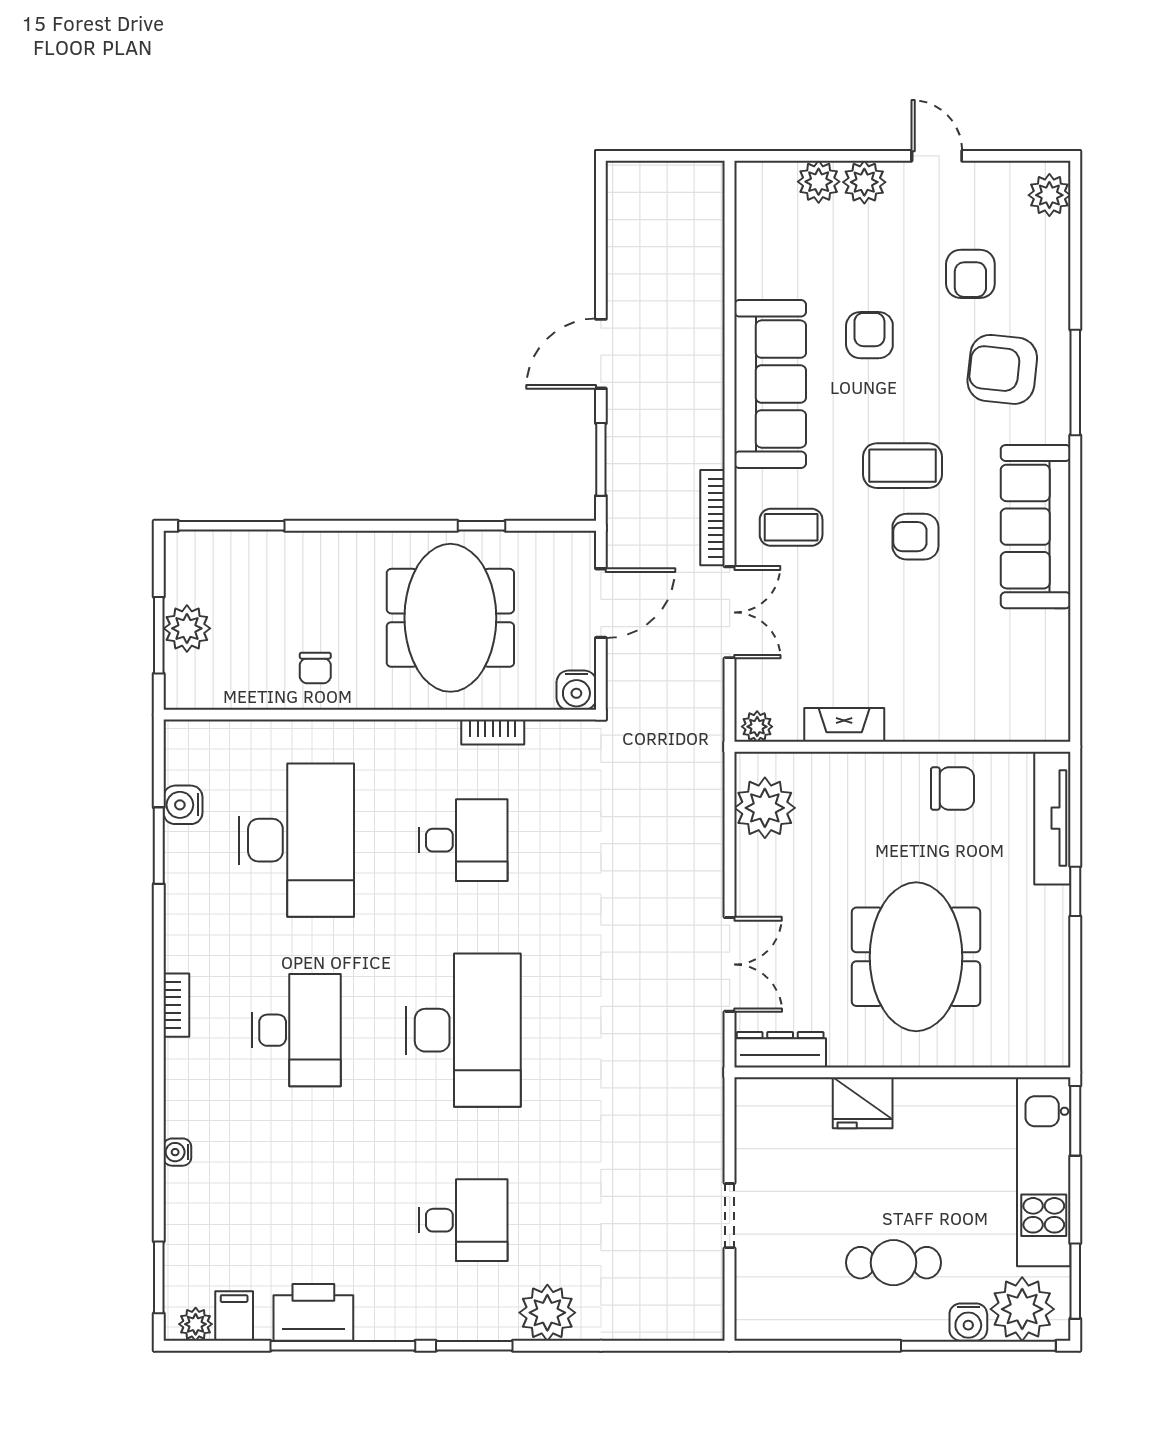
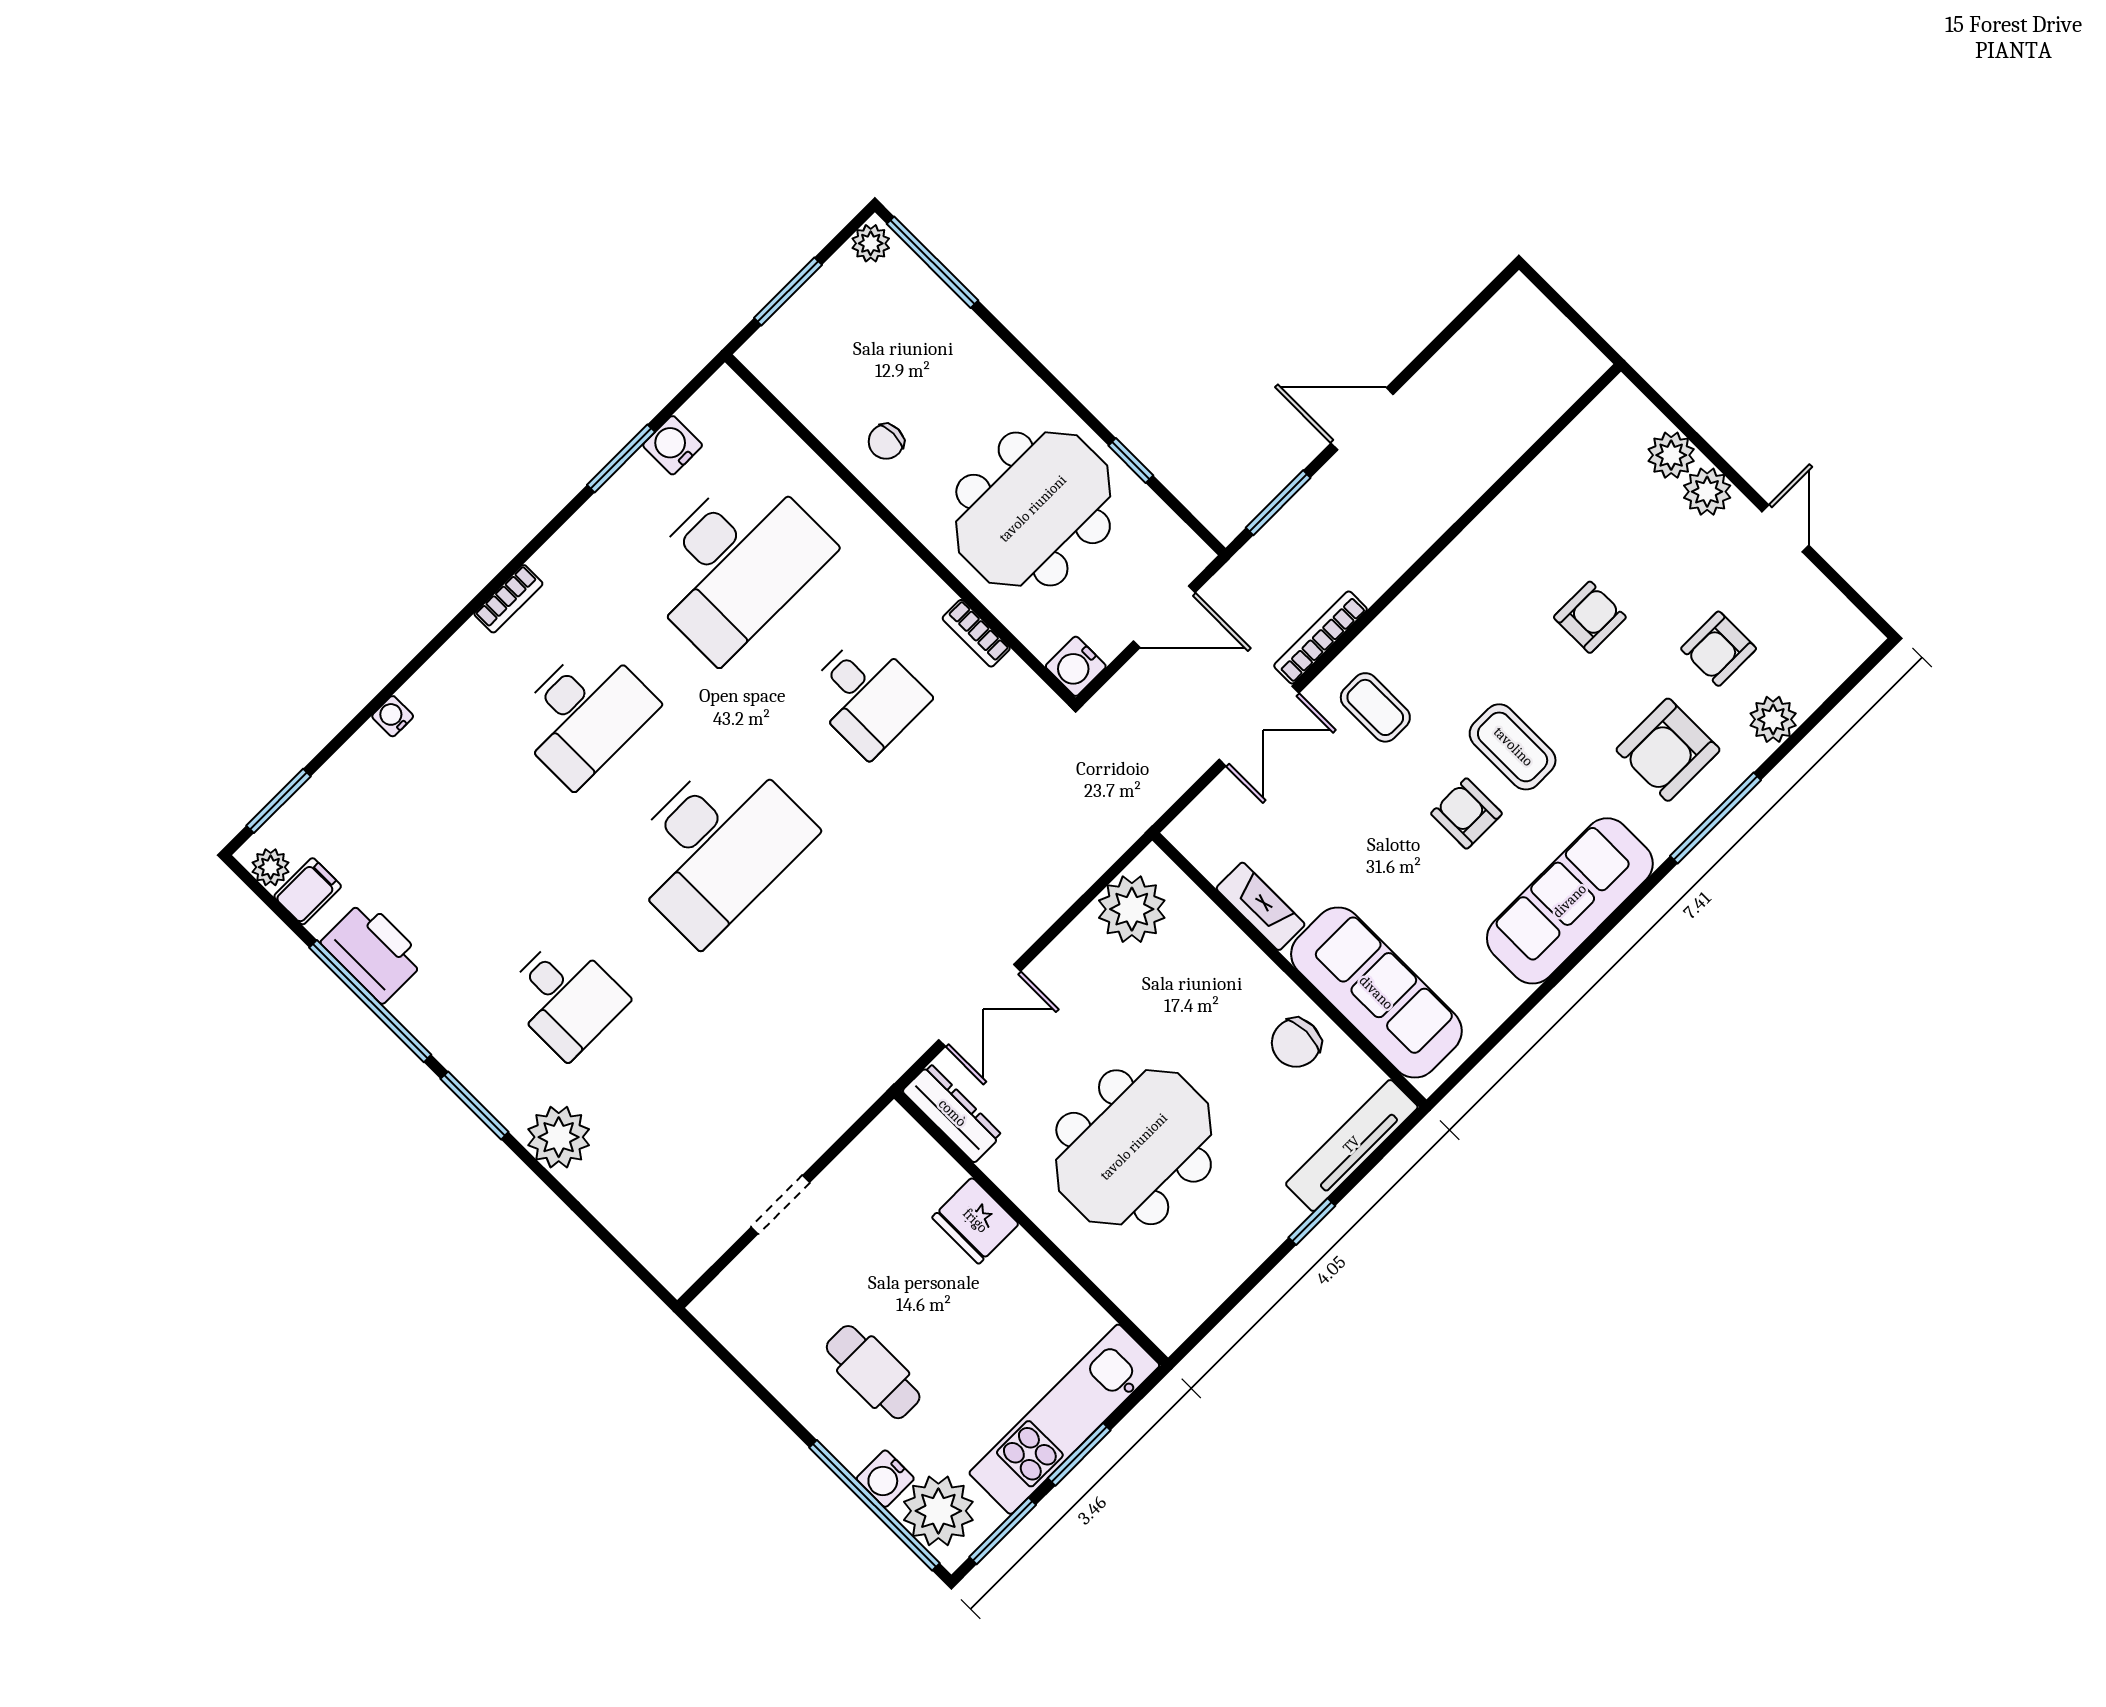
plant: (1049, 195) -> (1773, 719), moved
armchair: (1002, 369) -> (1668, 750), turned -96
sofa: (770, 384) -> (1376, 993), moved, turned -90
plant: (187, 628) -> (871, 243), moved, width x0.73, depth x0.73
plant: (757, 727) -> (1190, 839), removed
chair: (953, 789) -> (1296, 1043), turned 90
window: (1075, 1121) -> (1079, 1454), moved

